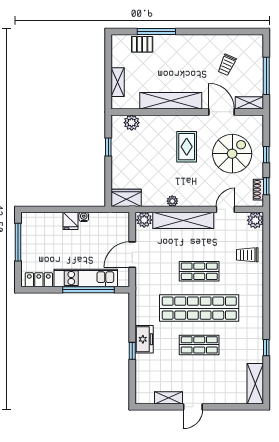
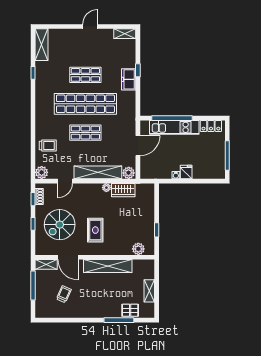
shelving: (118, 82) -> (149, 291), moved
wardrobe: (126, 198) -> (123, 190), moved
shelving: (168, 398) -> (125, 34), moved

